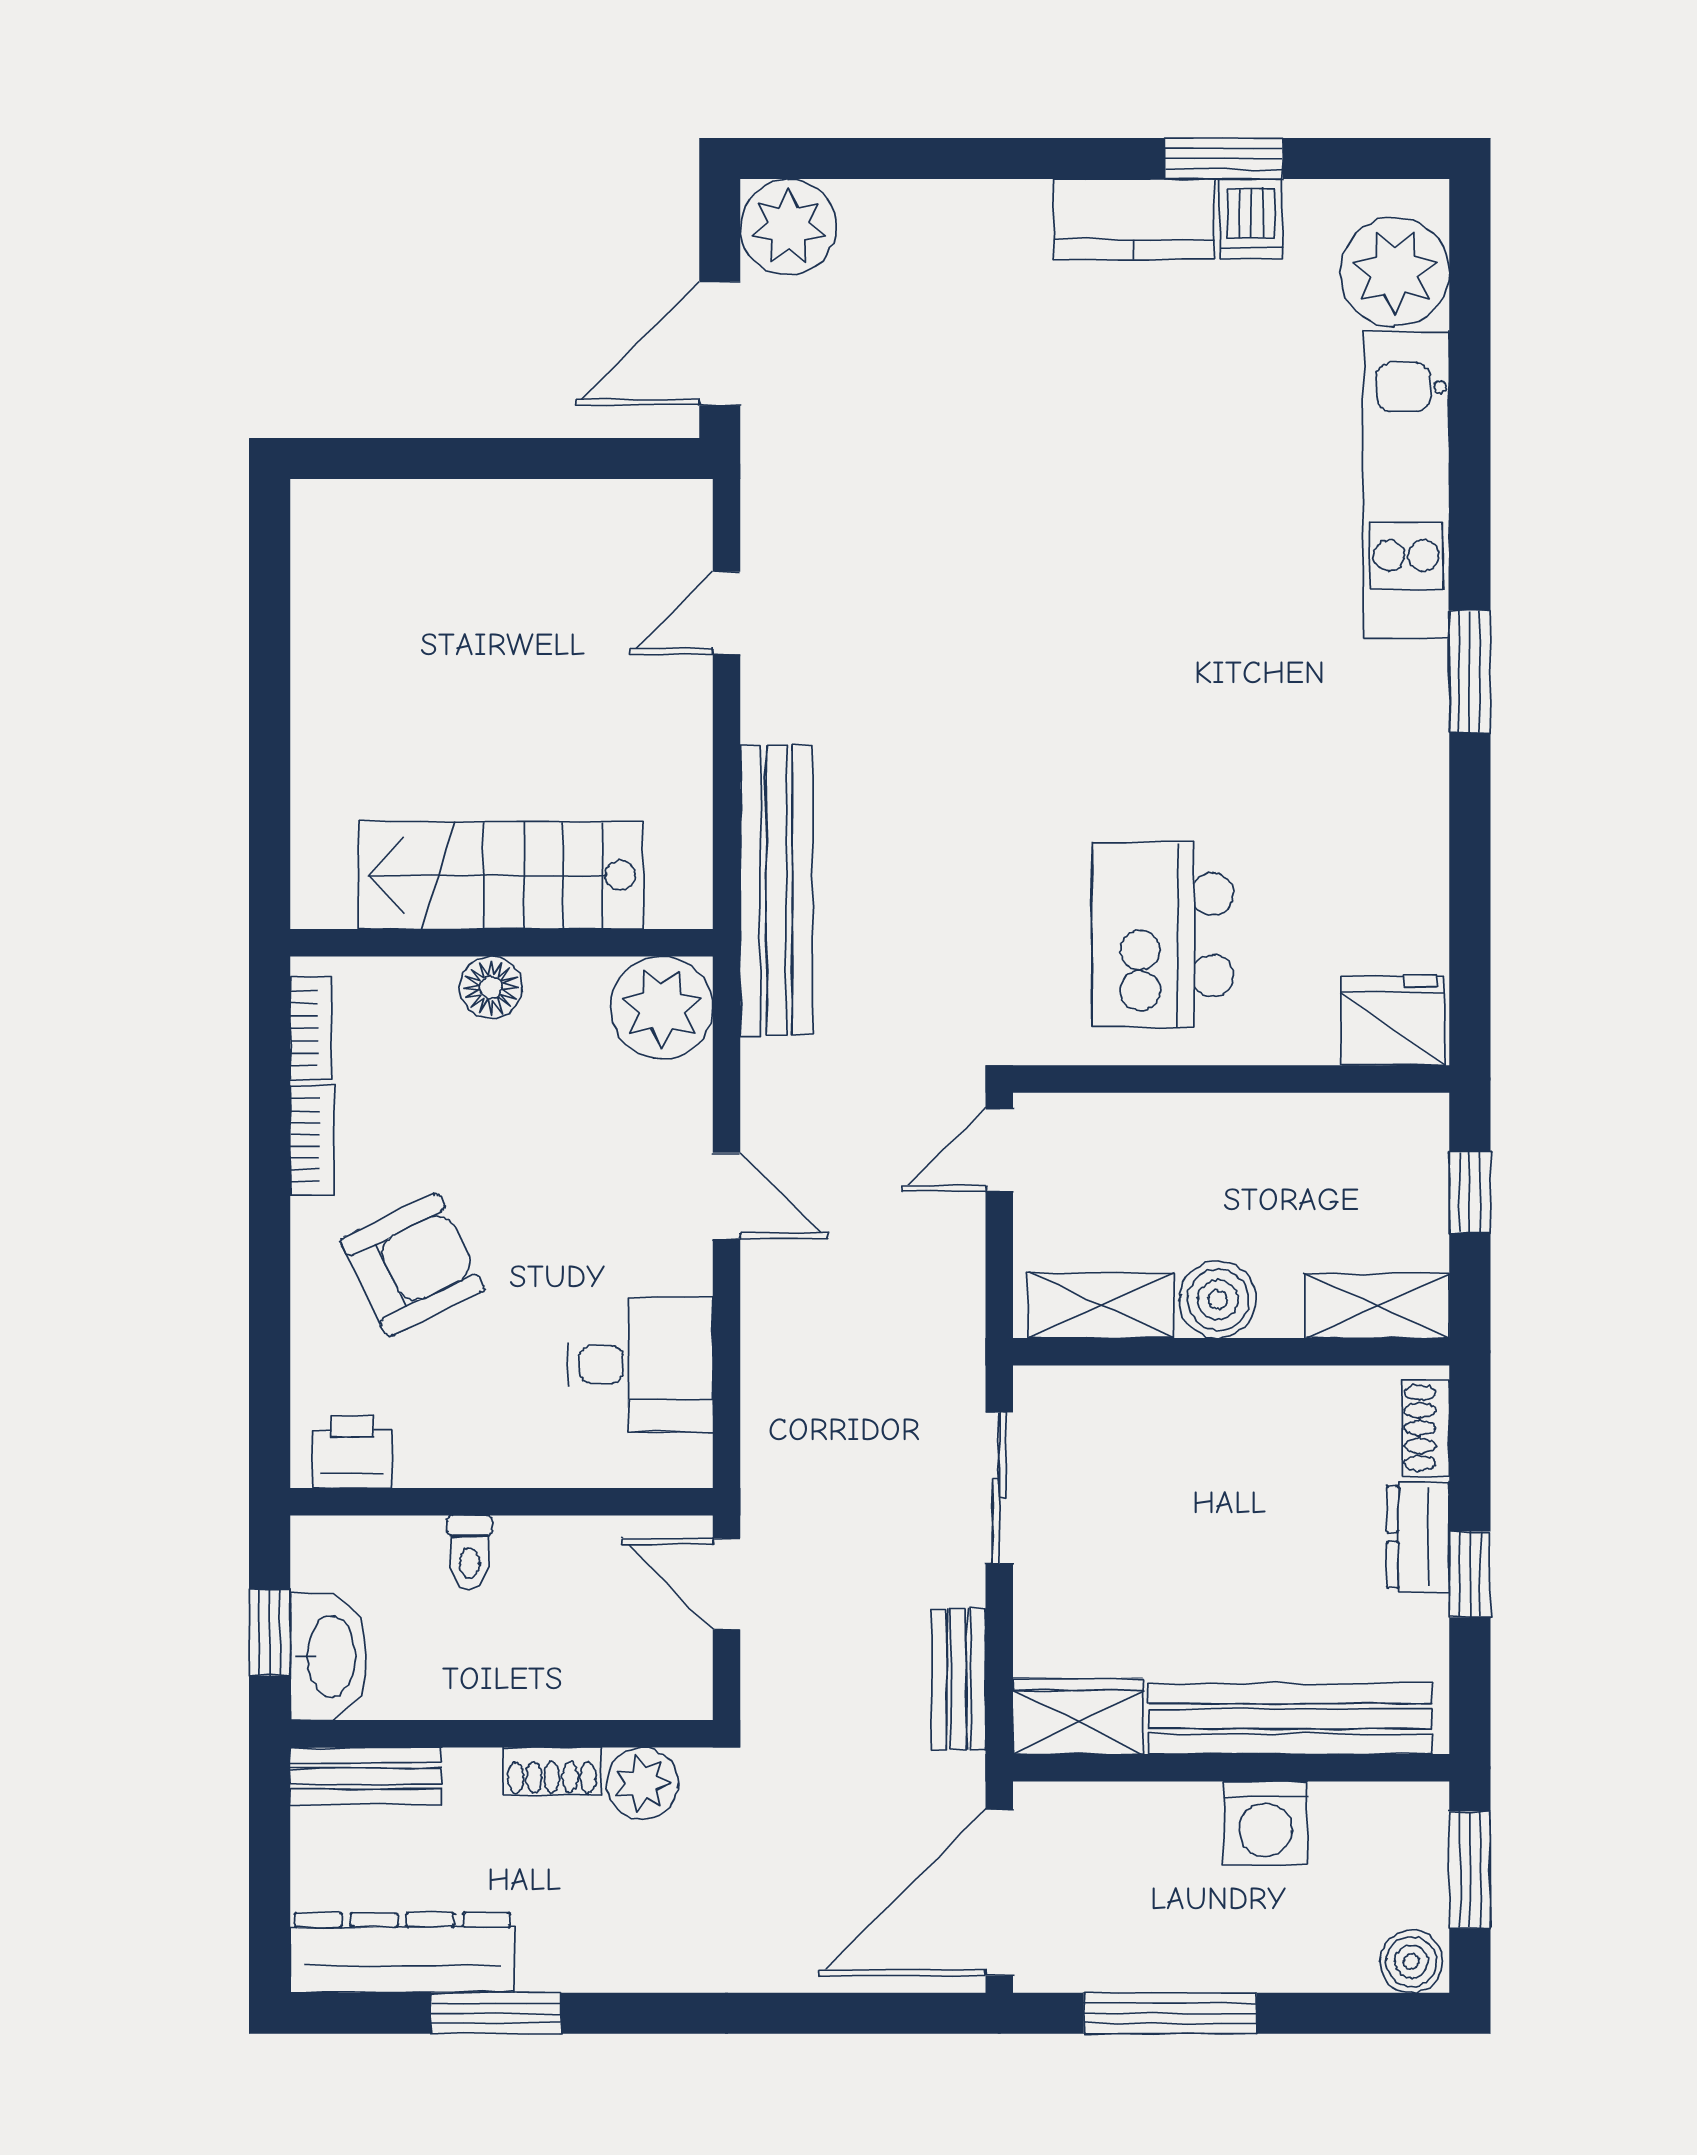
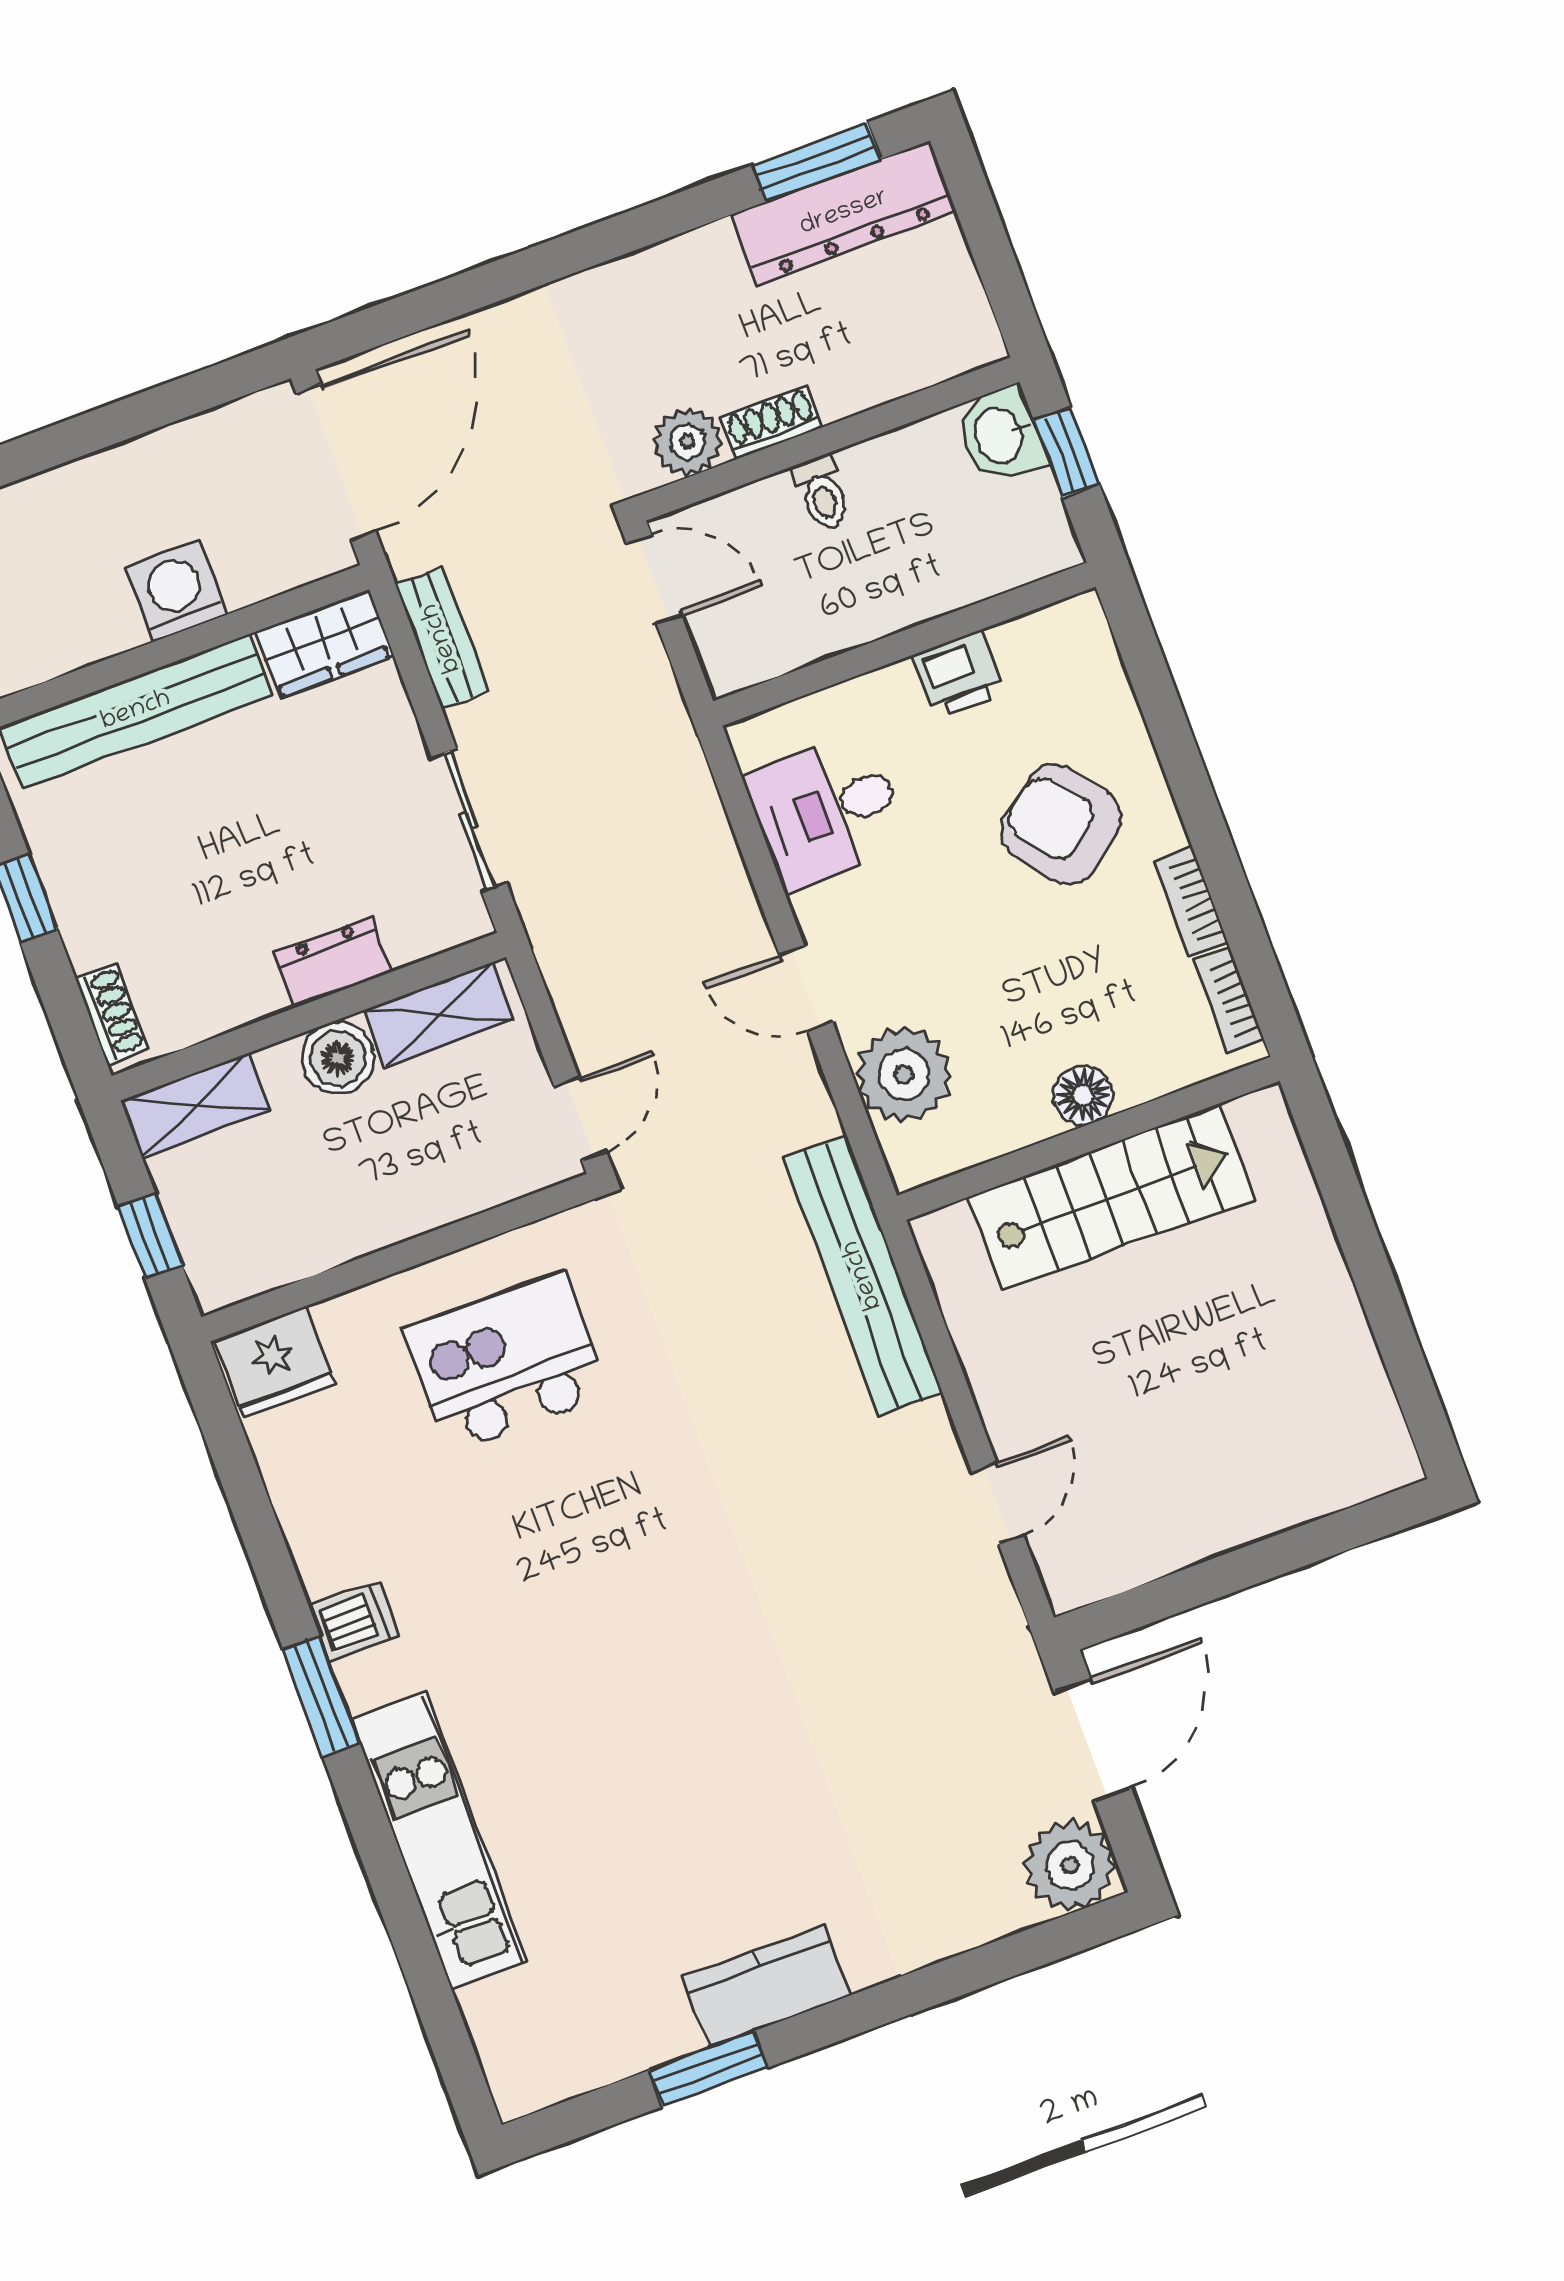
dishwasher: (1251, 219) -> (355, 1622), moved, turned 90
plant: (1395, 272) -> (519, 2025), removed
kitchen island: (1163, 935) -> (506, 1363), turned -90
plant: (662, 1008) -> (904, 1075), moved
armchair: (412, 1265) -> (1061, 824), turned 78
printer: (352, 1452) -> (959, 674), moved
dresser: (1418, 1537) -> (333, 962), moved, turned -90
toilet: (470, 1553) -> (822, 493), moved, turned 180
door: (727, 1584) -> (654, 579), moved
washbasin: (329, 1656) -> (1000, 435), width x0.72
bench: (366, 1776) -> (934, 357), removed
washing machine: (1265, 1823) -> (176, 591), moved
window: (496, 2013) -> (816, 162), moved
window: (1170, 2013) -> (145, 412), removed

